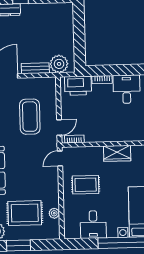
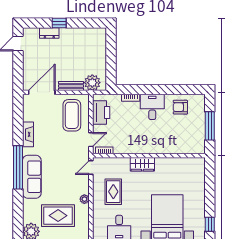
printer: (78, 86) -> (101, 113), moved, turned -90
coffee table: (30, 117) -> (72, 115), moved
rug: (86, 185) -> (113, 192), turned 90
plant: (54, 213) -> (84, 199), moved

